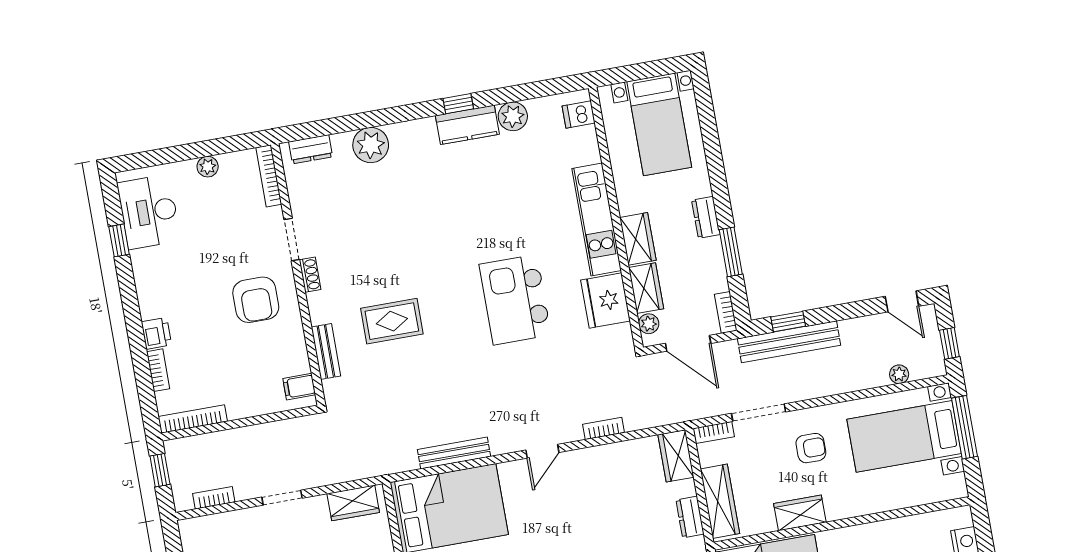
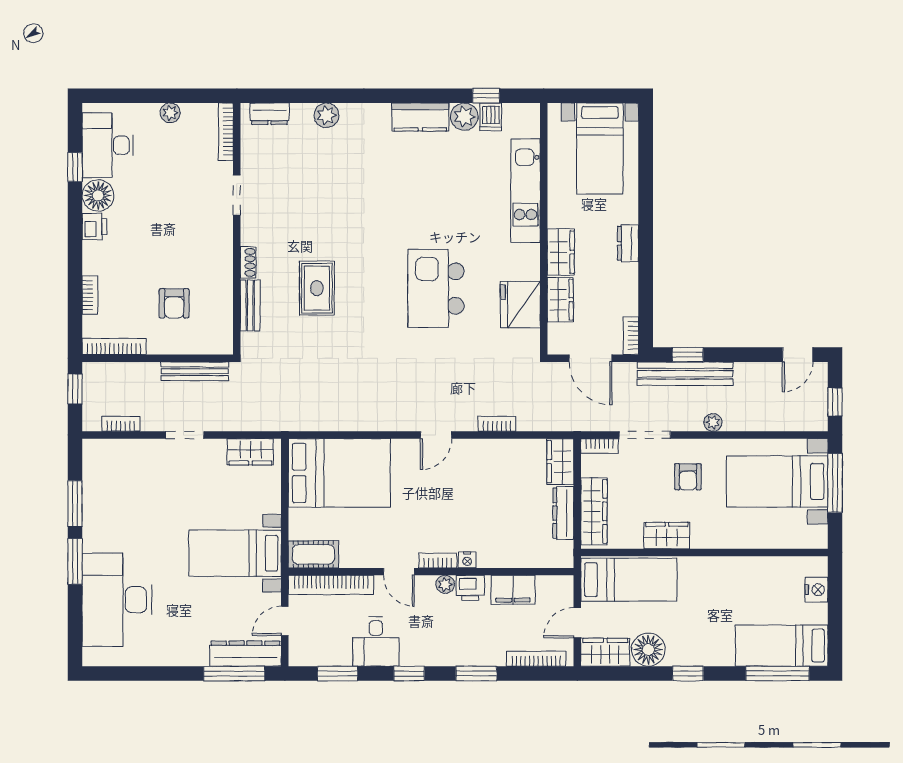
window: (458, 104) -> (486, 96), moved
dishwasher: (579, 114) -> (491, 117), moved, turned -90
plant: (371, 145) -> (326, 115), width x0.73, depth x0.73
kitchen unit: (597, 220) -> (525, 191), moved
window: (731, 252) -> (646, 280), removed
floor lamp: (148, 266) -> (98, 196), added
shoe rack: (310, 275) -> (248, 262), moved
armchair: (256, 300) -> (174, 303), moved, width x0.72, depth x0.72
door: (902, 301) -> (798, 355), hinge flipped
rug: (392, 321) -> (317, 288), turned 90
plant: (649, 324) -> (557, 333), removed
printer: (156, 333) -> (94, 227), moved
plant: (899, 374) -> (713, 422), moved
filing cabinet: (299, 387) -> (219, 334), removed
armchair: (811, 448) -> (688, 477), turned 90
bench: (454, 453) -> (195, 371), moved
dresser: (690, 517) -> (563, 513), width x1.44

